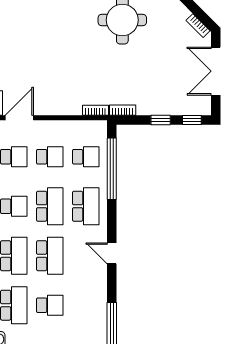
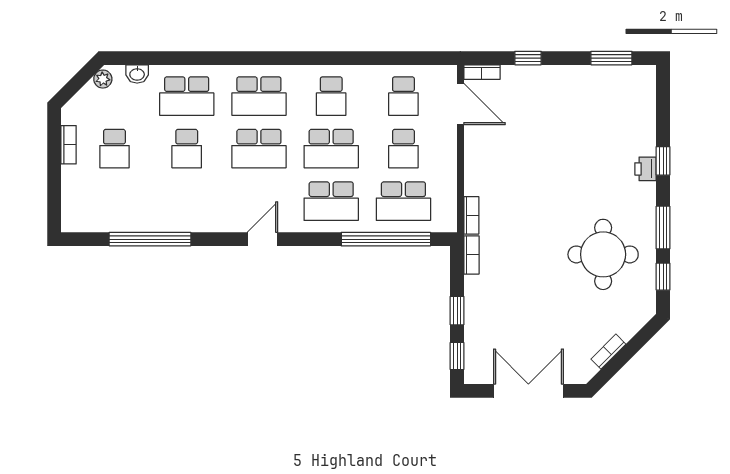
bookcase: (198, 26) -> (608, 352), moved
school desk: (86, 157) -> (403, 201), width x1.85

